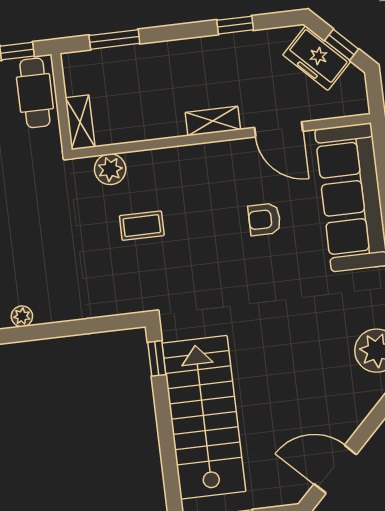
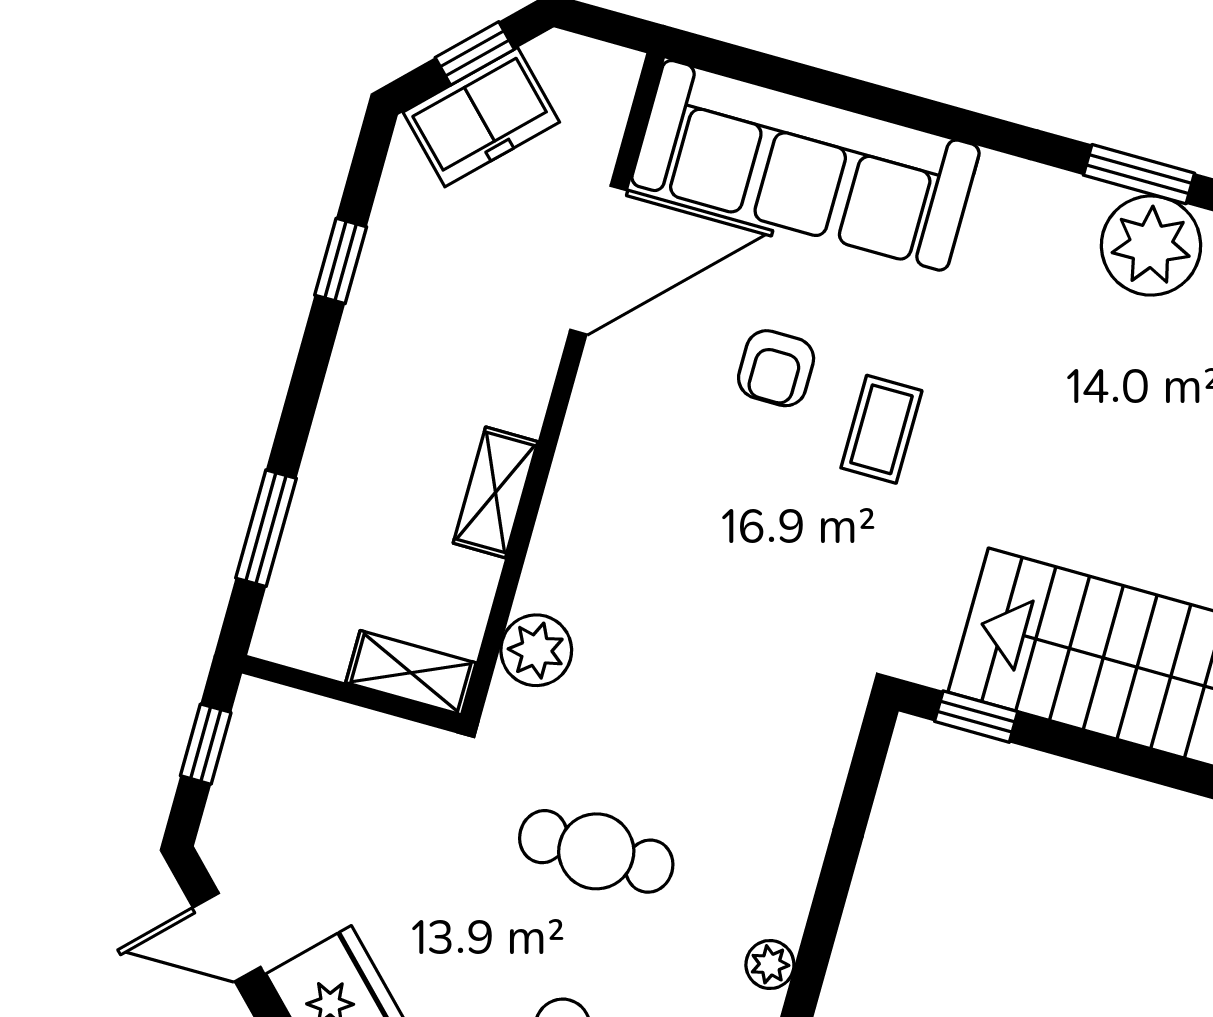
cafe table: (35, 93) -> (596, 851), moved
shelving: (213, 121) -> (496, 492), moved
door: (279, 129) -> (599, 260), width x1.36
coffee table: (142, 226) -> (881, 429), moved

